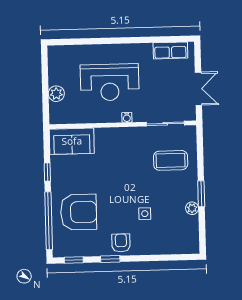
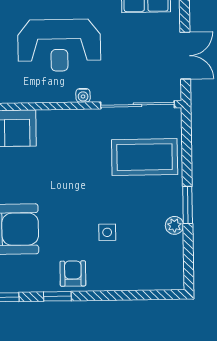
sliding door: (165, 124) -> (137, 105), width x1.37
coffee table: (171, 160) -> (145, 157), width x1.36, depth x1.32

